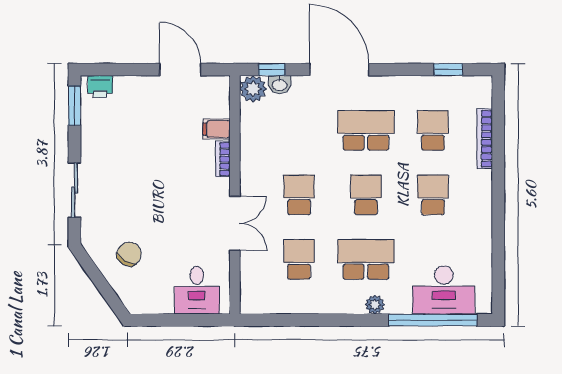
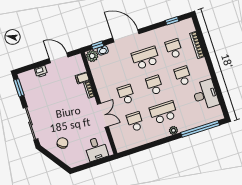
printer: (100, 87) -> (41, 72), moved
sliding door: (74, 190) -> (31, 124), width x1.37
desk: (444, 290) -> (205, 95), moved, turned -90

